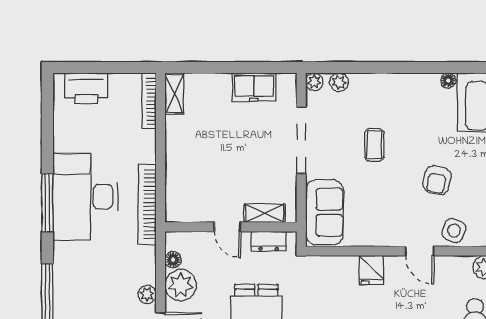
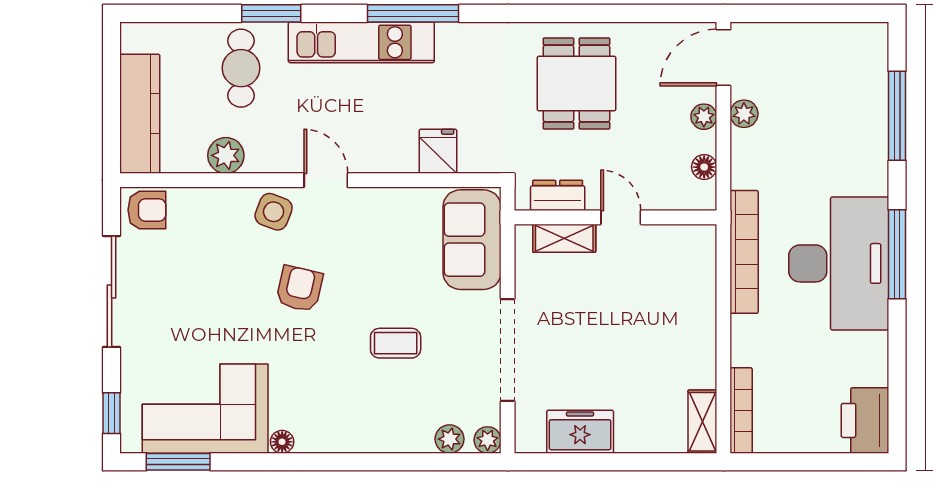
printer: (86, 88) -> (865, 420), moved, turned -90
coffee table: (374, 145) -> (396, 343), turned 90
fridge: (371, 270) -> (438, 151), moved
plant: (181, 285) -> (704, 117), width x0.53, depth x0.53

